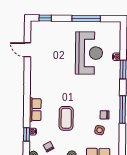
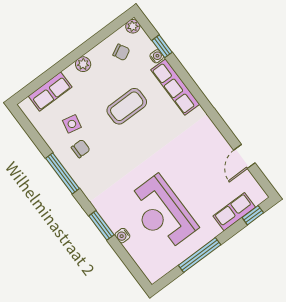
row of seats: (53, 27) -> (234, 212), added
door: (27, 50) -> (244, 156), swing flipped
row of seats: (35, 110) -> (175, 87), width x1.48
coffee table: (66, 118) -> (127, 106), turned 90

